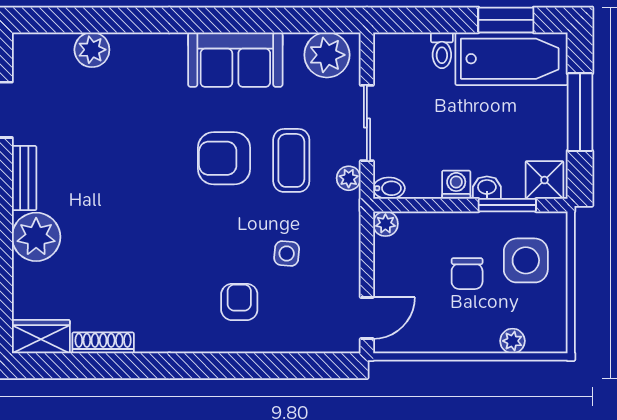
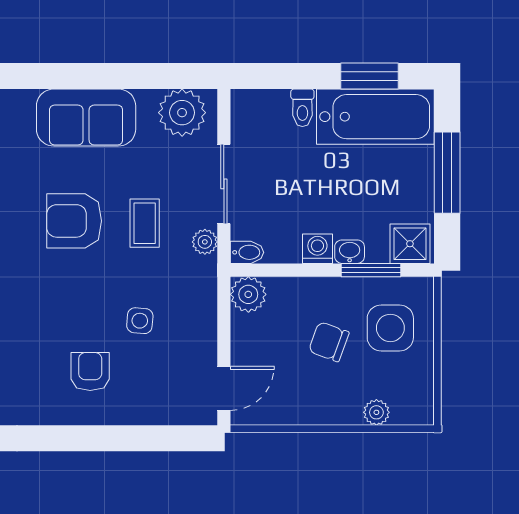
coffee table: (291, 160) -> (145, 223), width x0.73, depth x0.77
plant: (385, 224) -> (248, 294), width x1.38, depth x1.38
chair: (467, 274) -> (329, 342), turned 110

